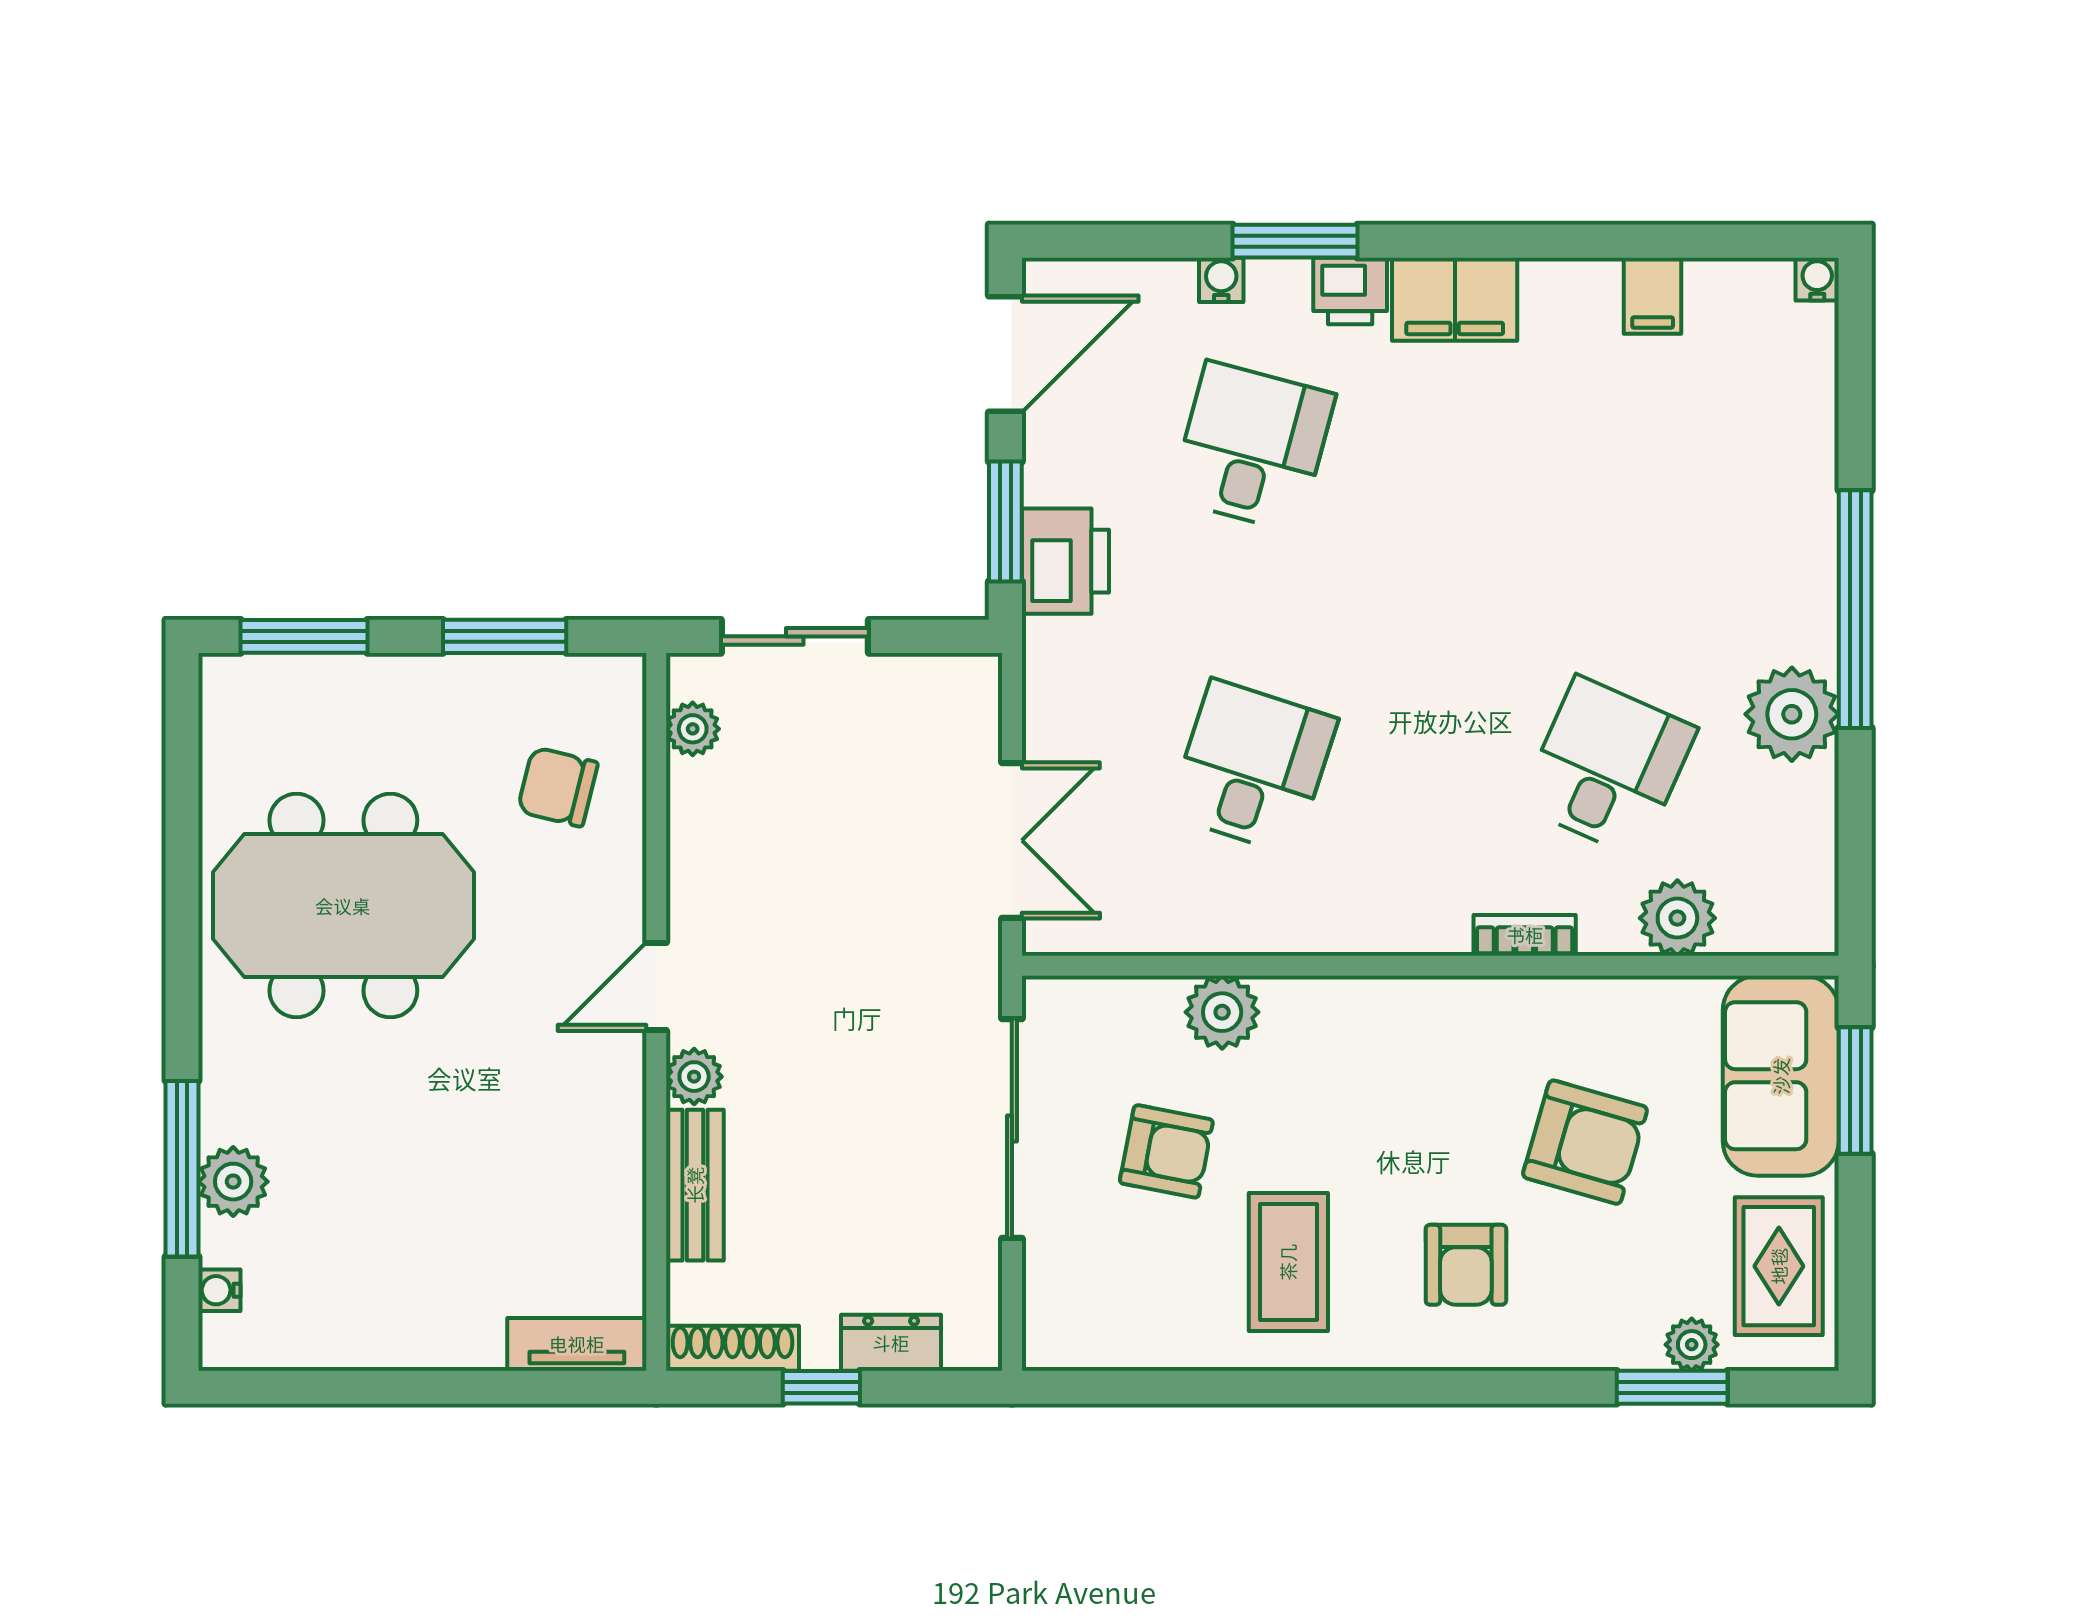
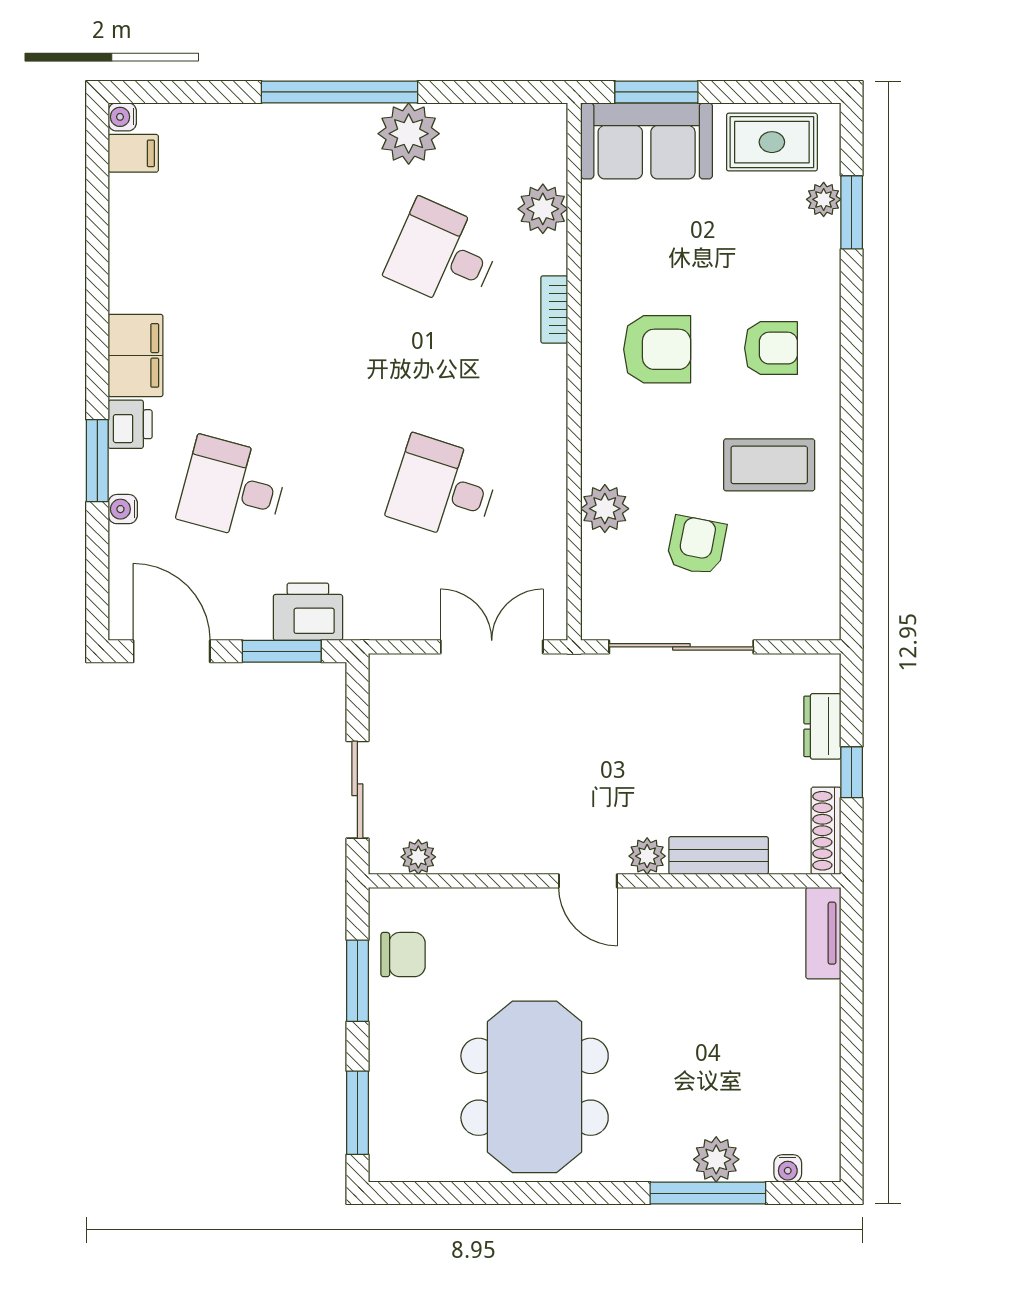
filing cabinet: (1653, 296) -> (133, 153), moved
chair: (558, 787) -> (403, 955), moved, turned -104
armchair: (1585, 1142) -> (657, 349), moved, turned 74

